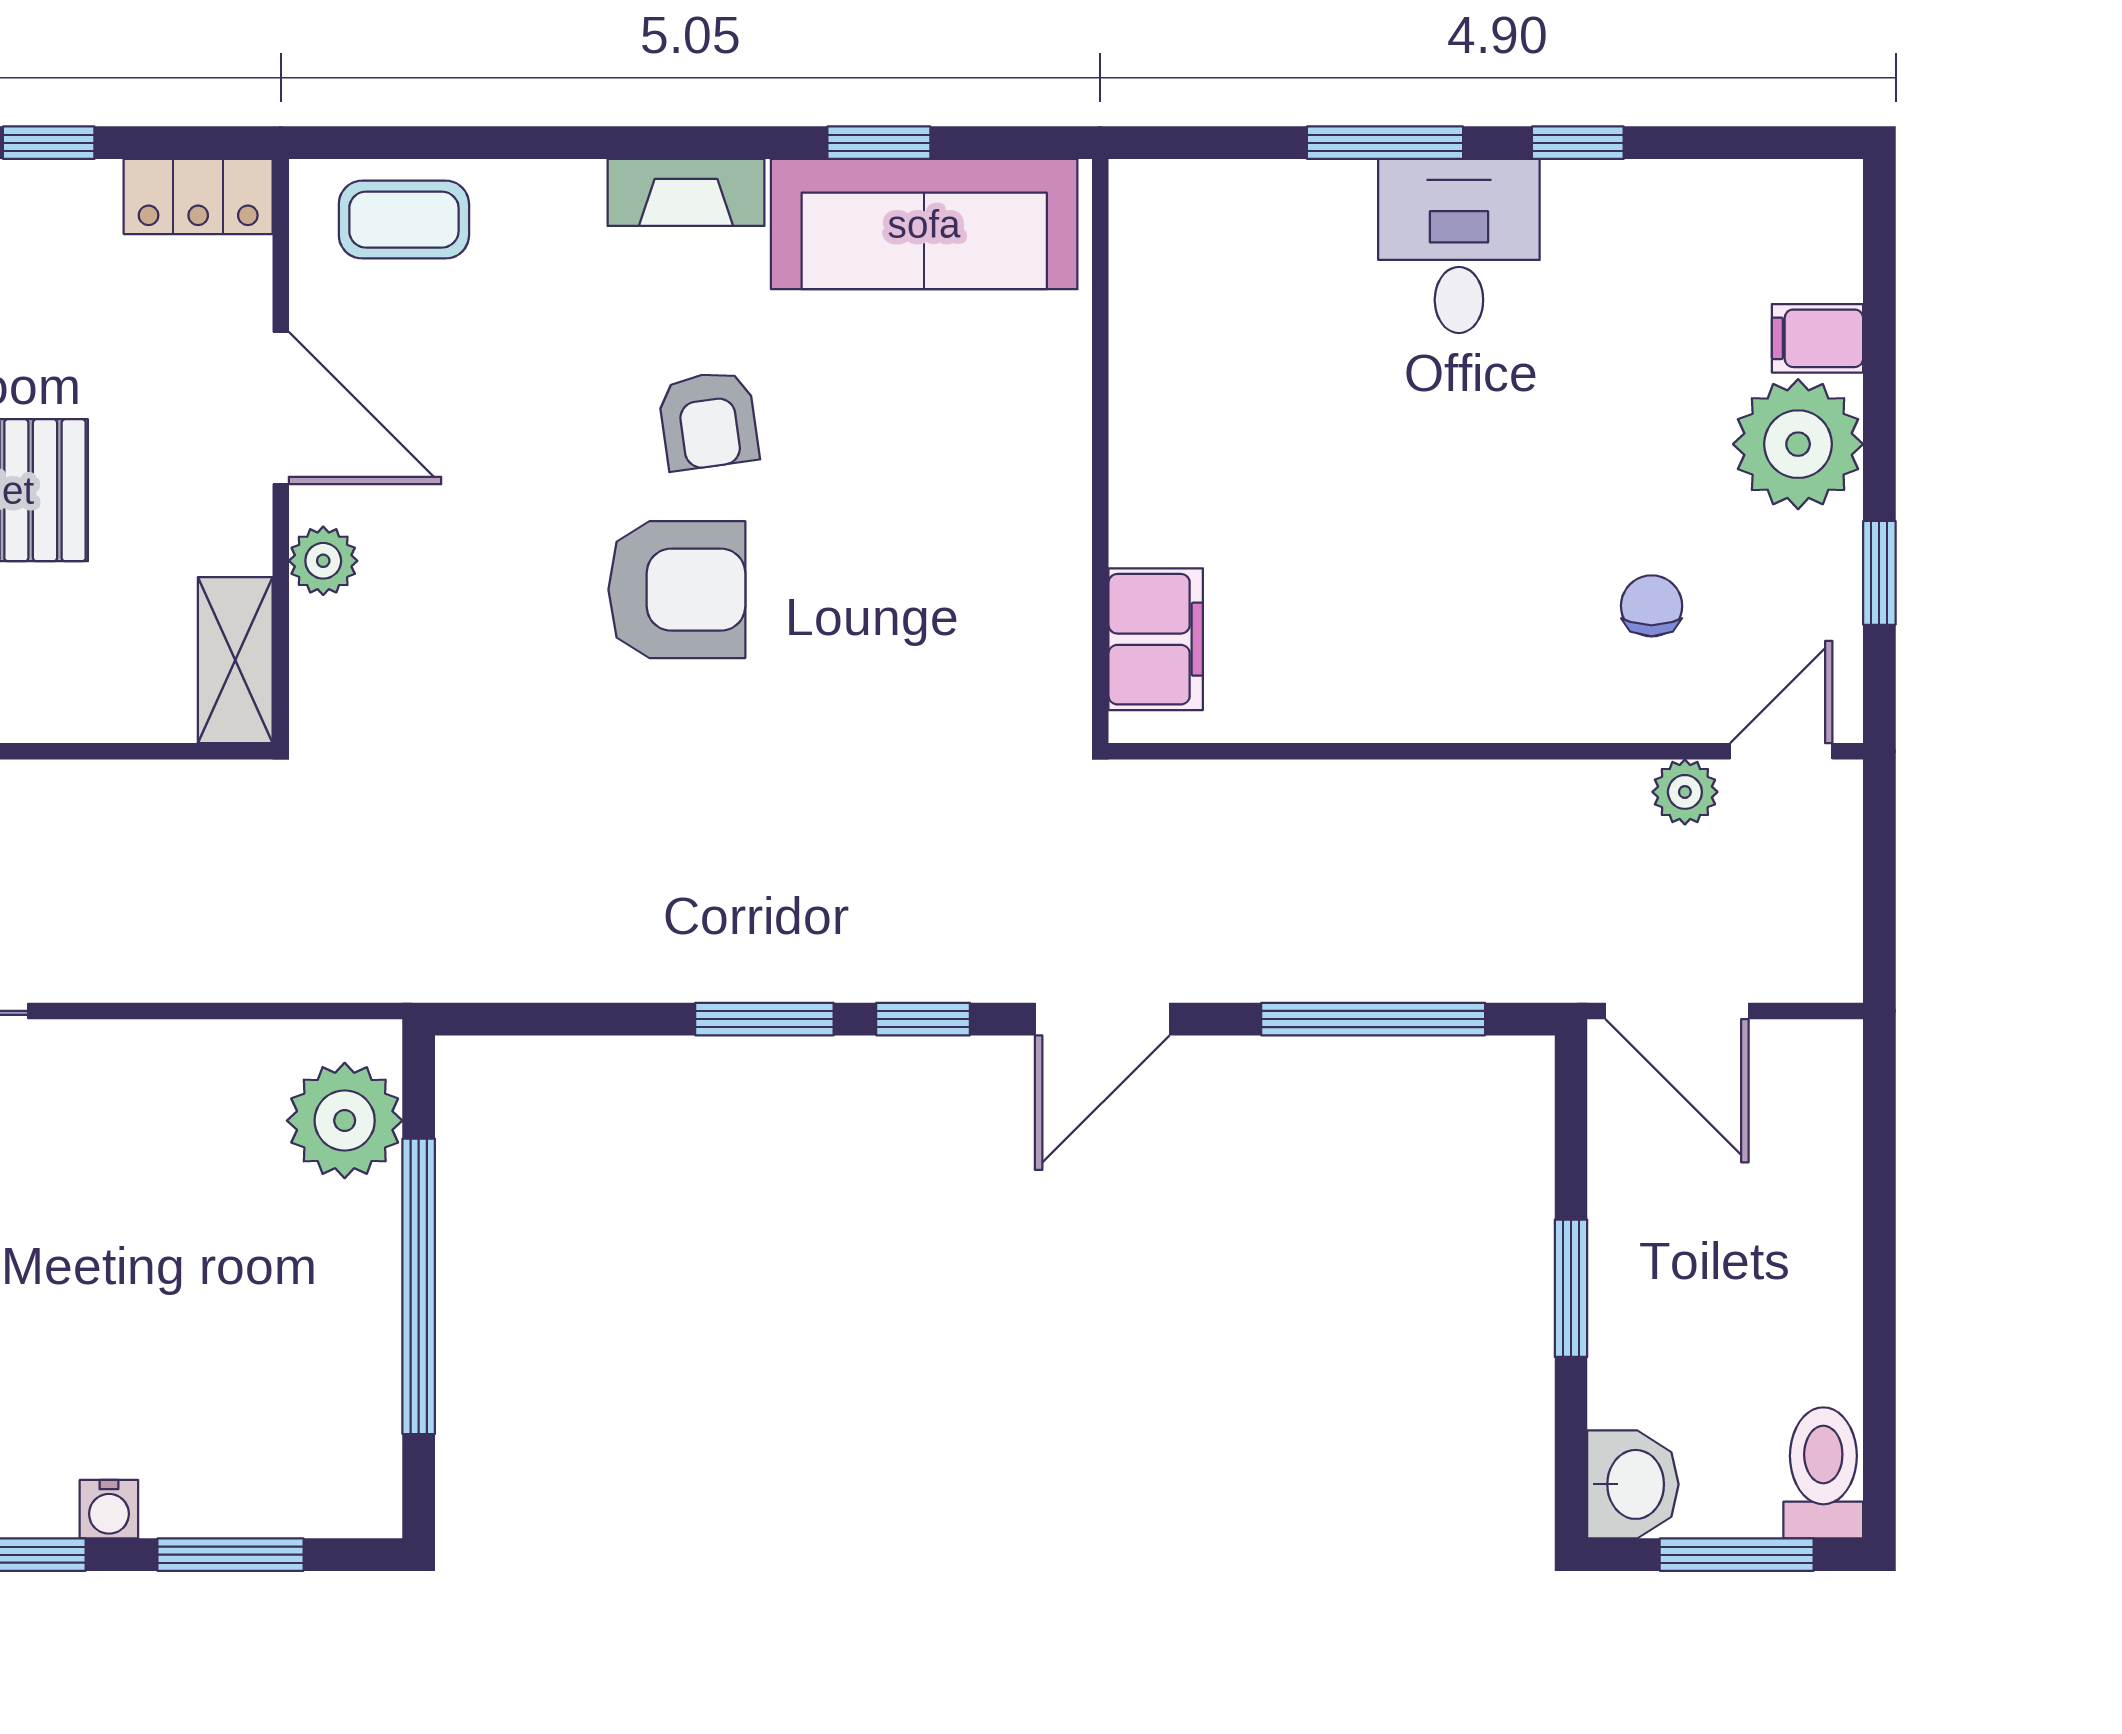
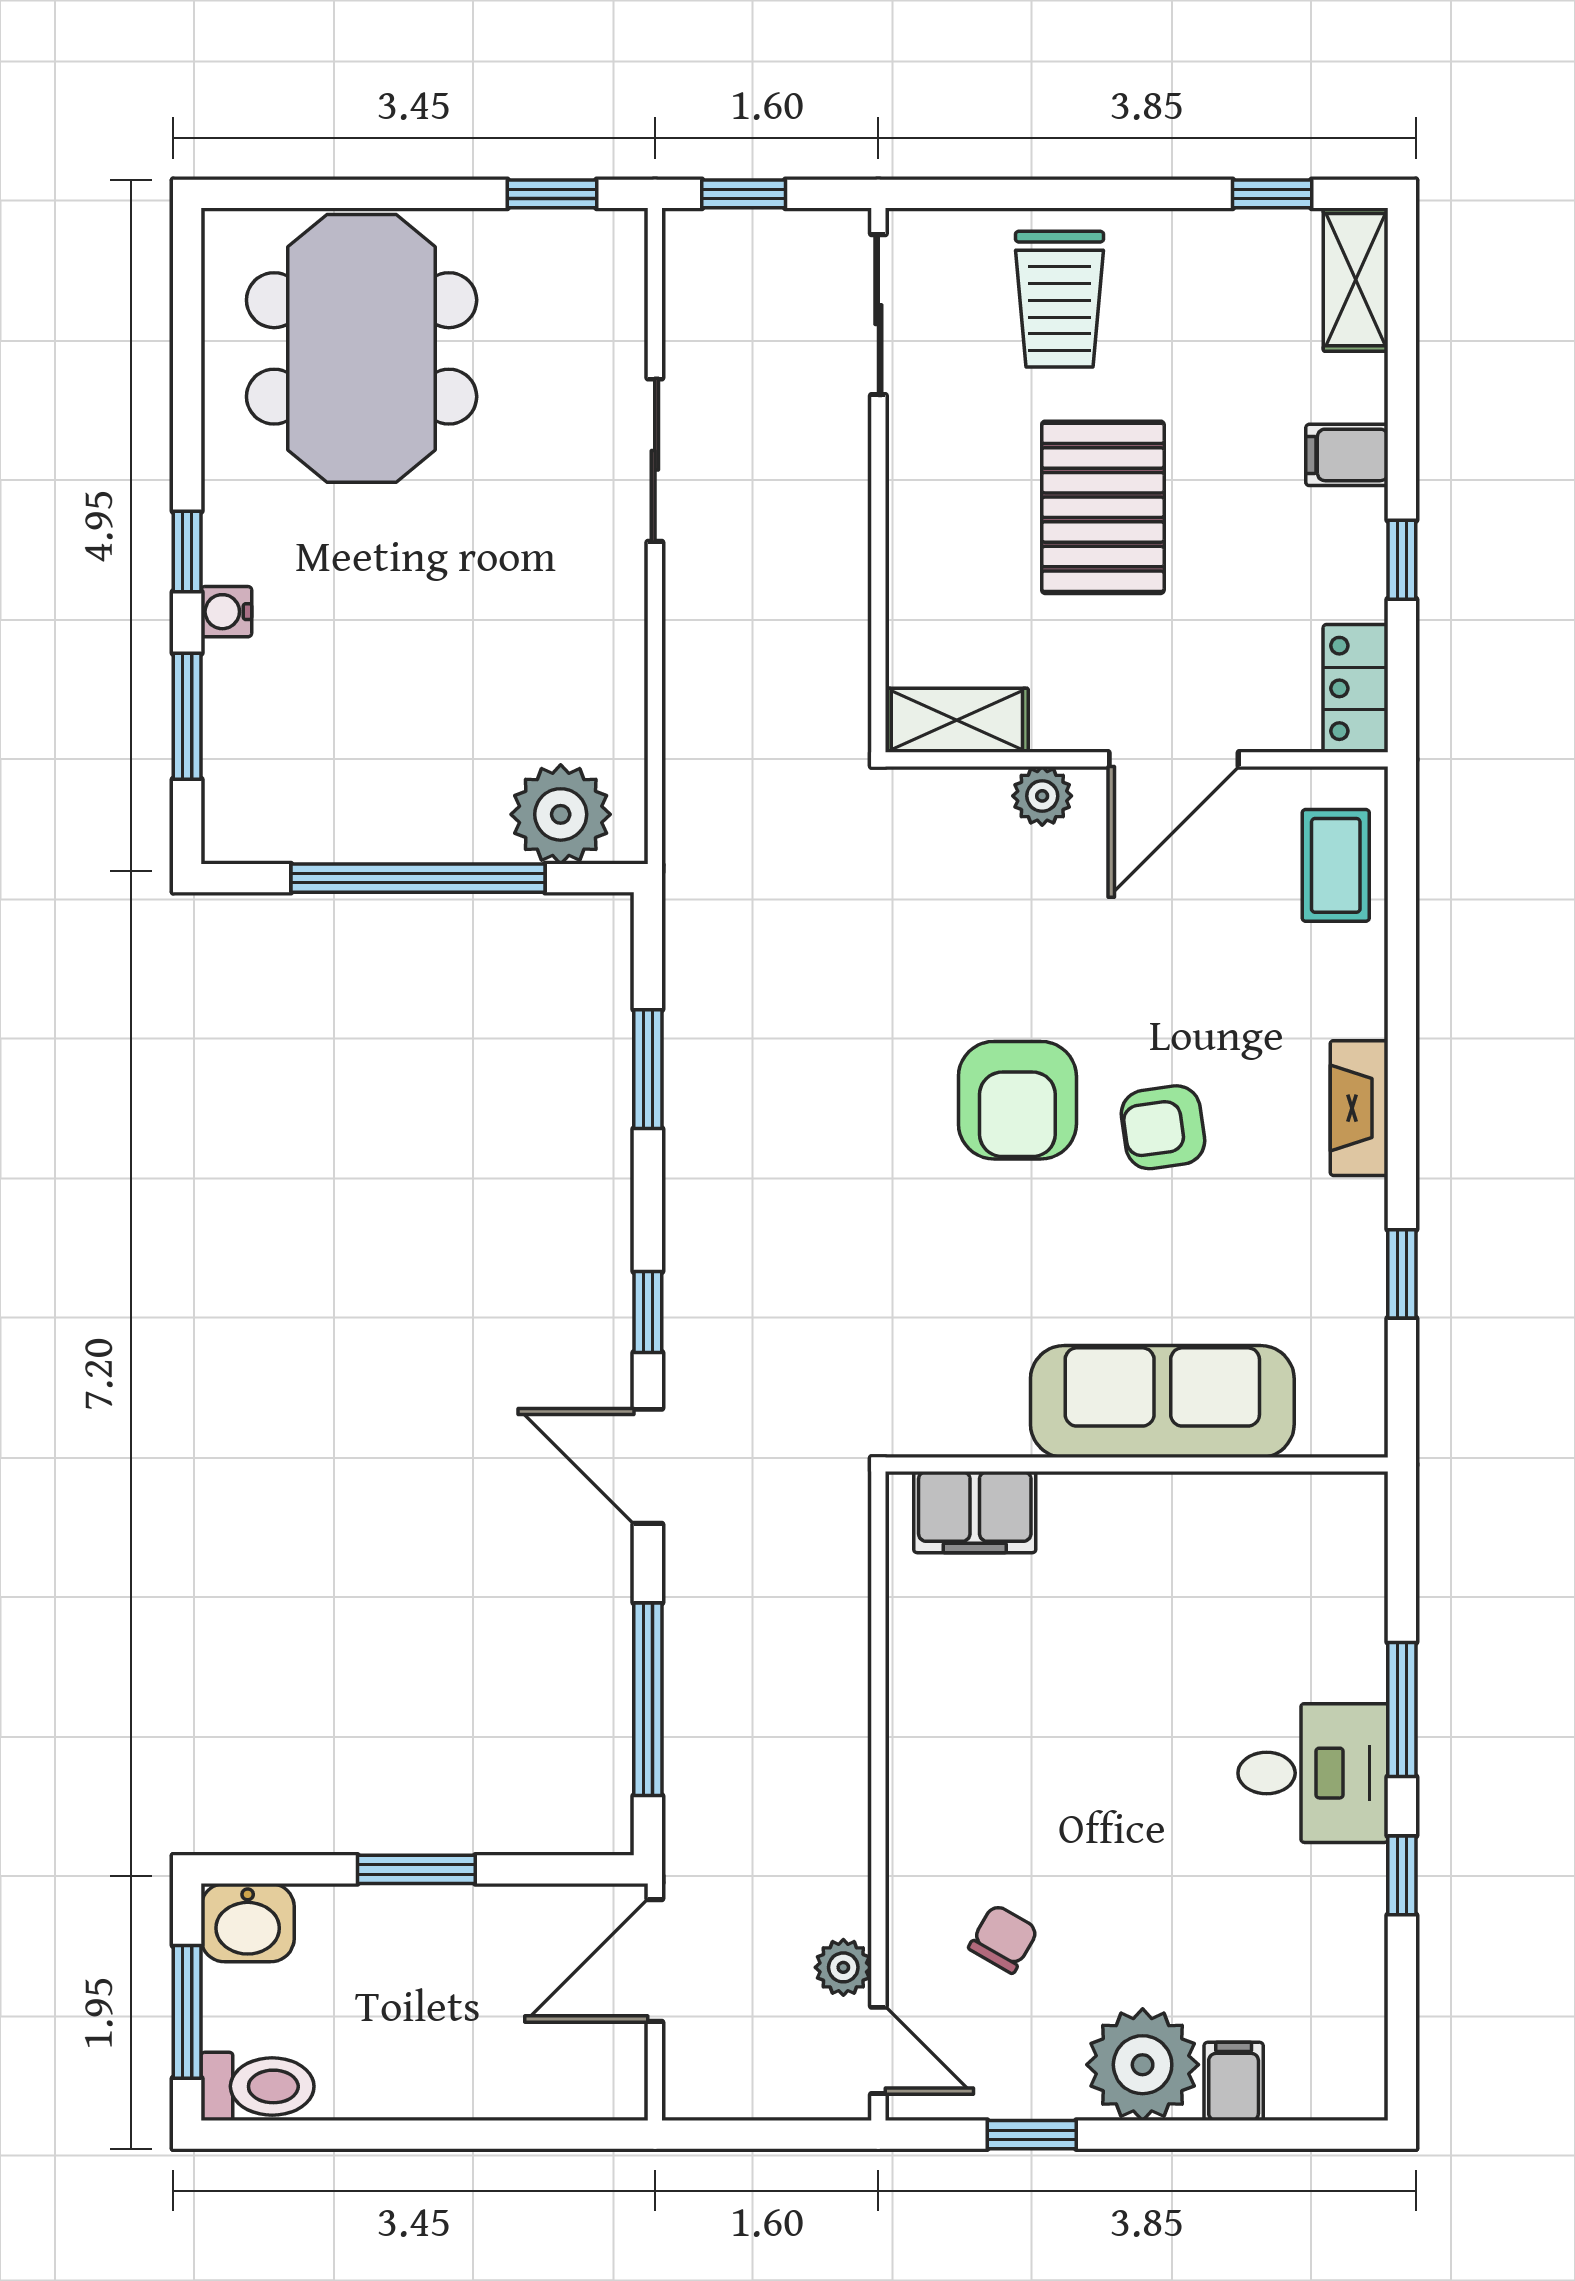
sofa: (924, 224) -> (1162, 1402), moved, turned 90
chair: (1652, 606) -> (1003, 1939), turned -60
window: (764, 1019) -> (648, 1069), moved

